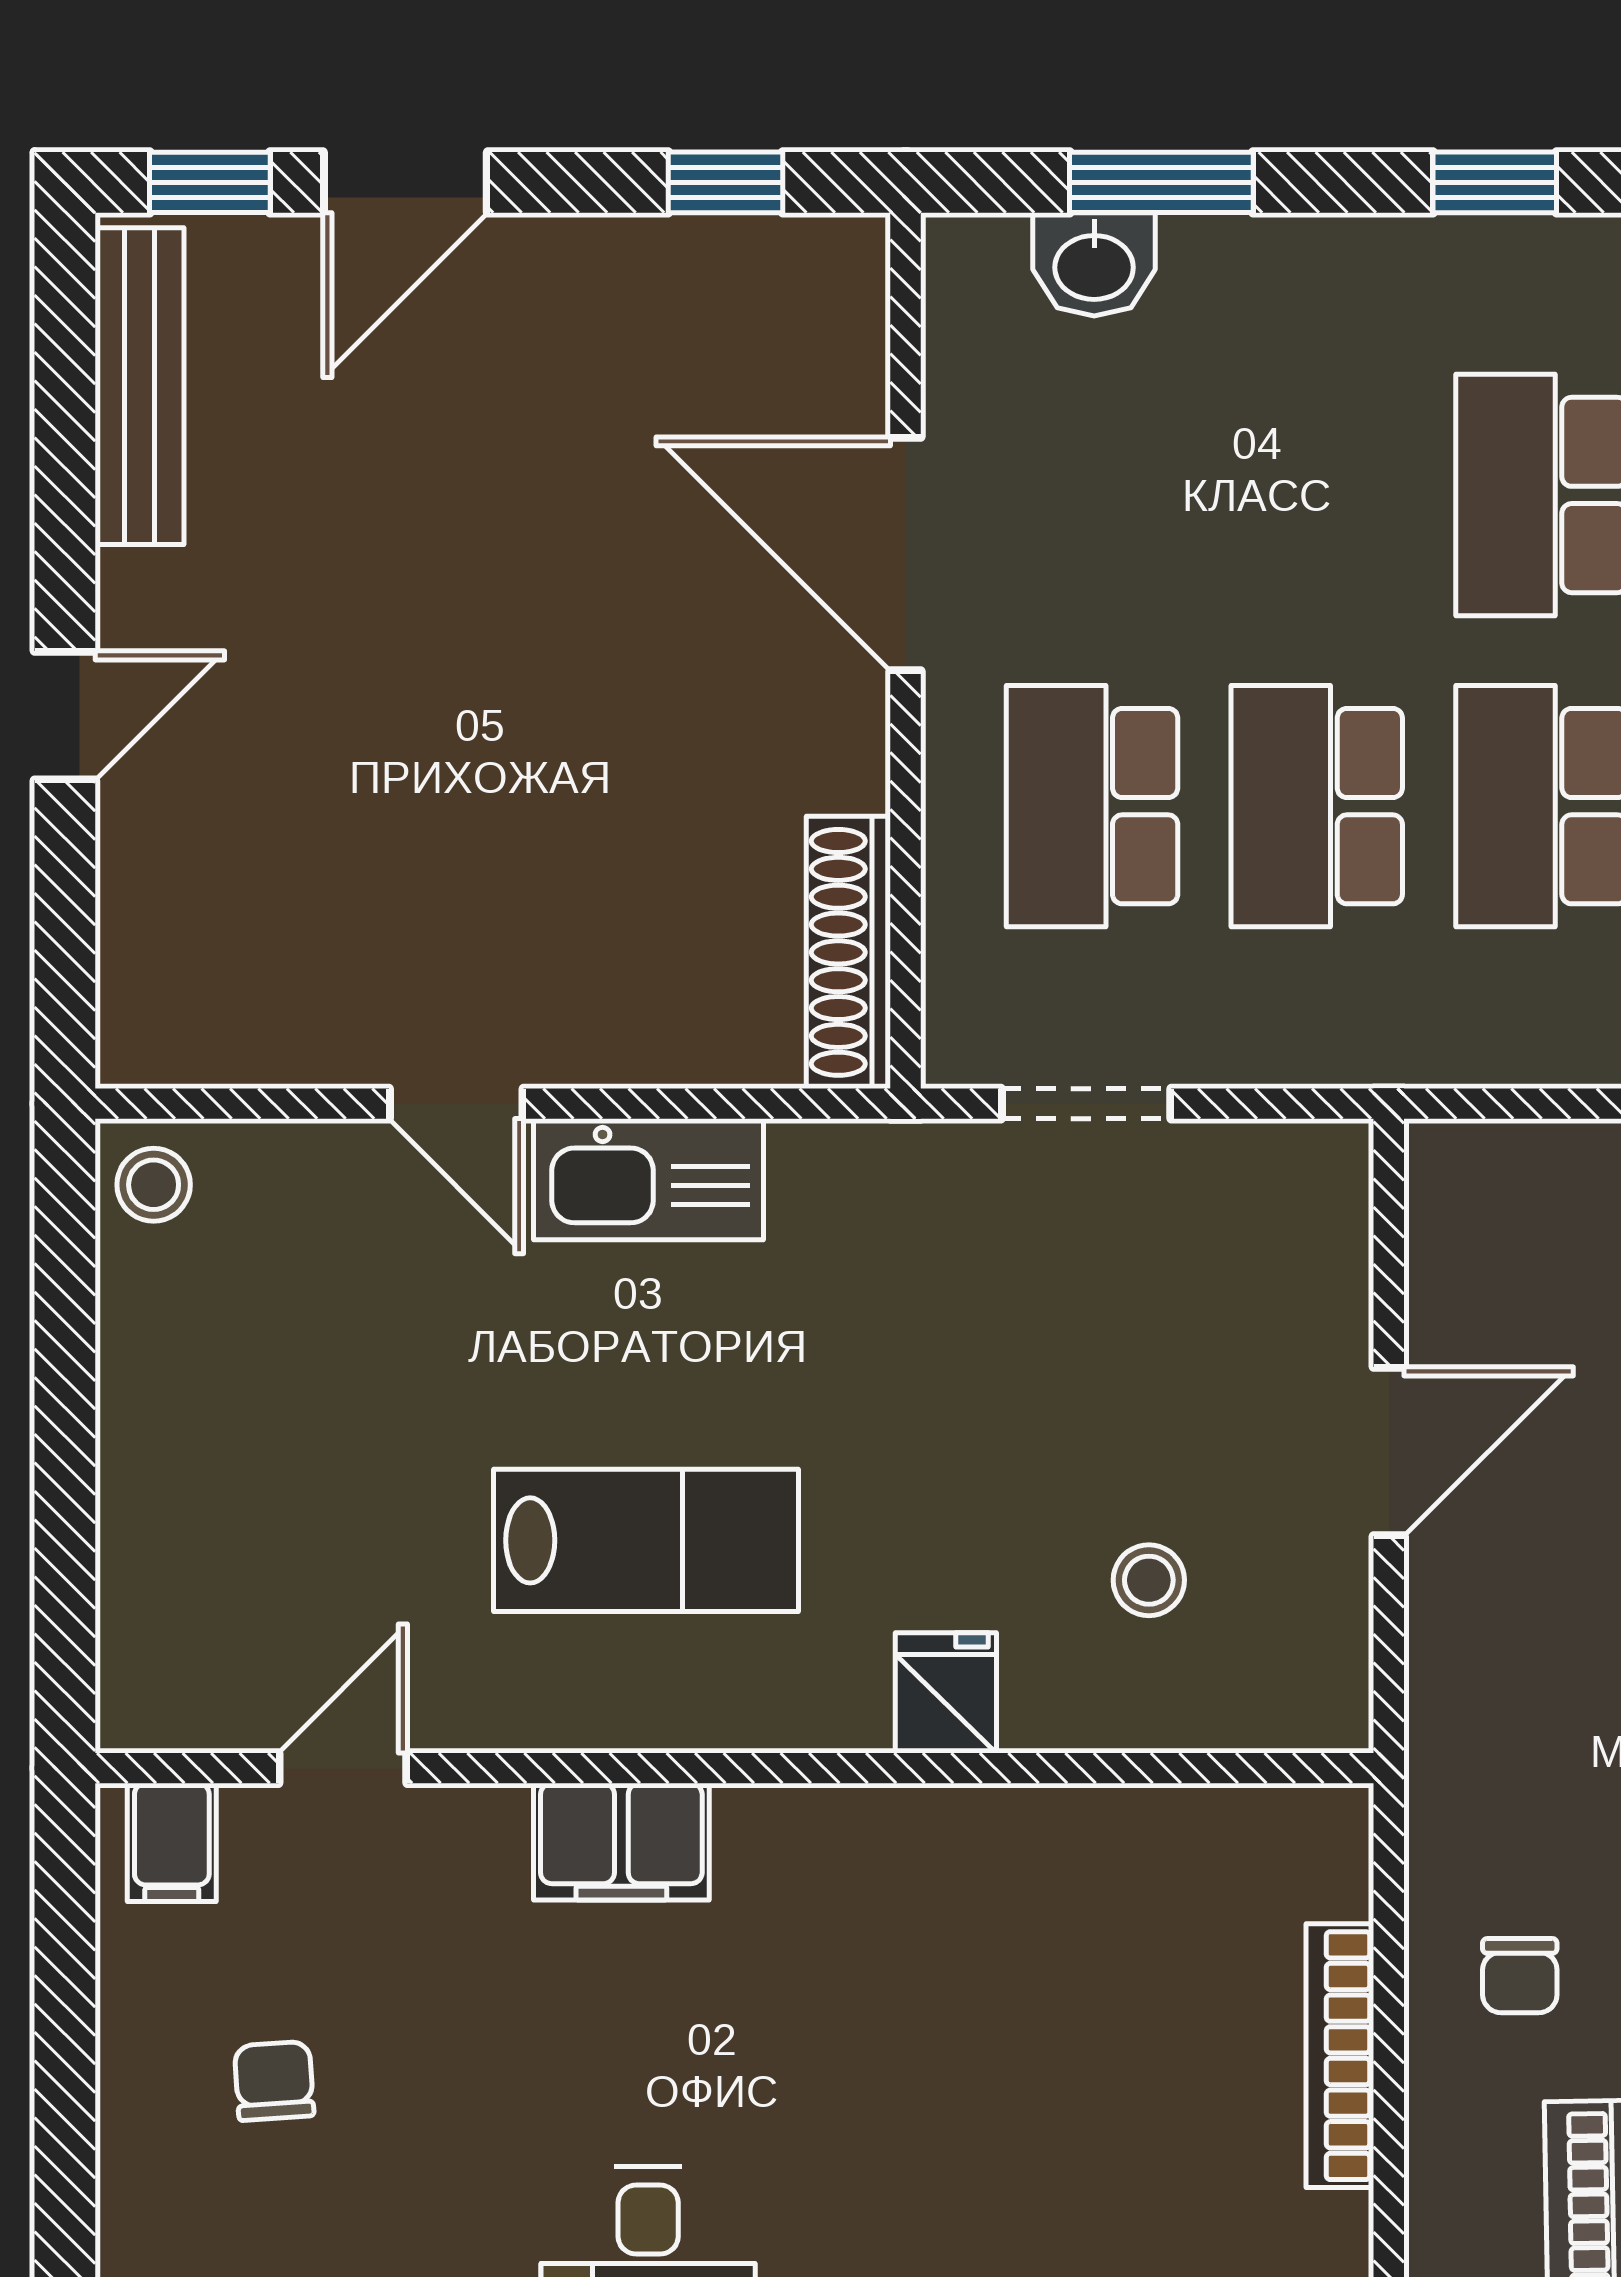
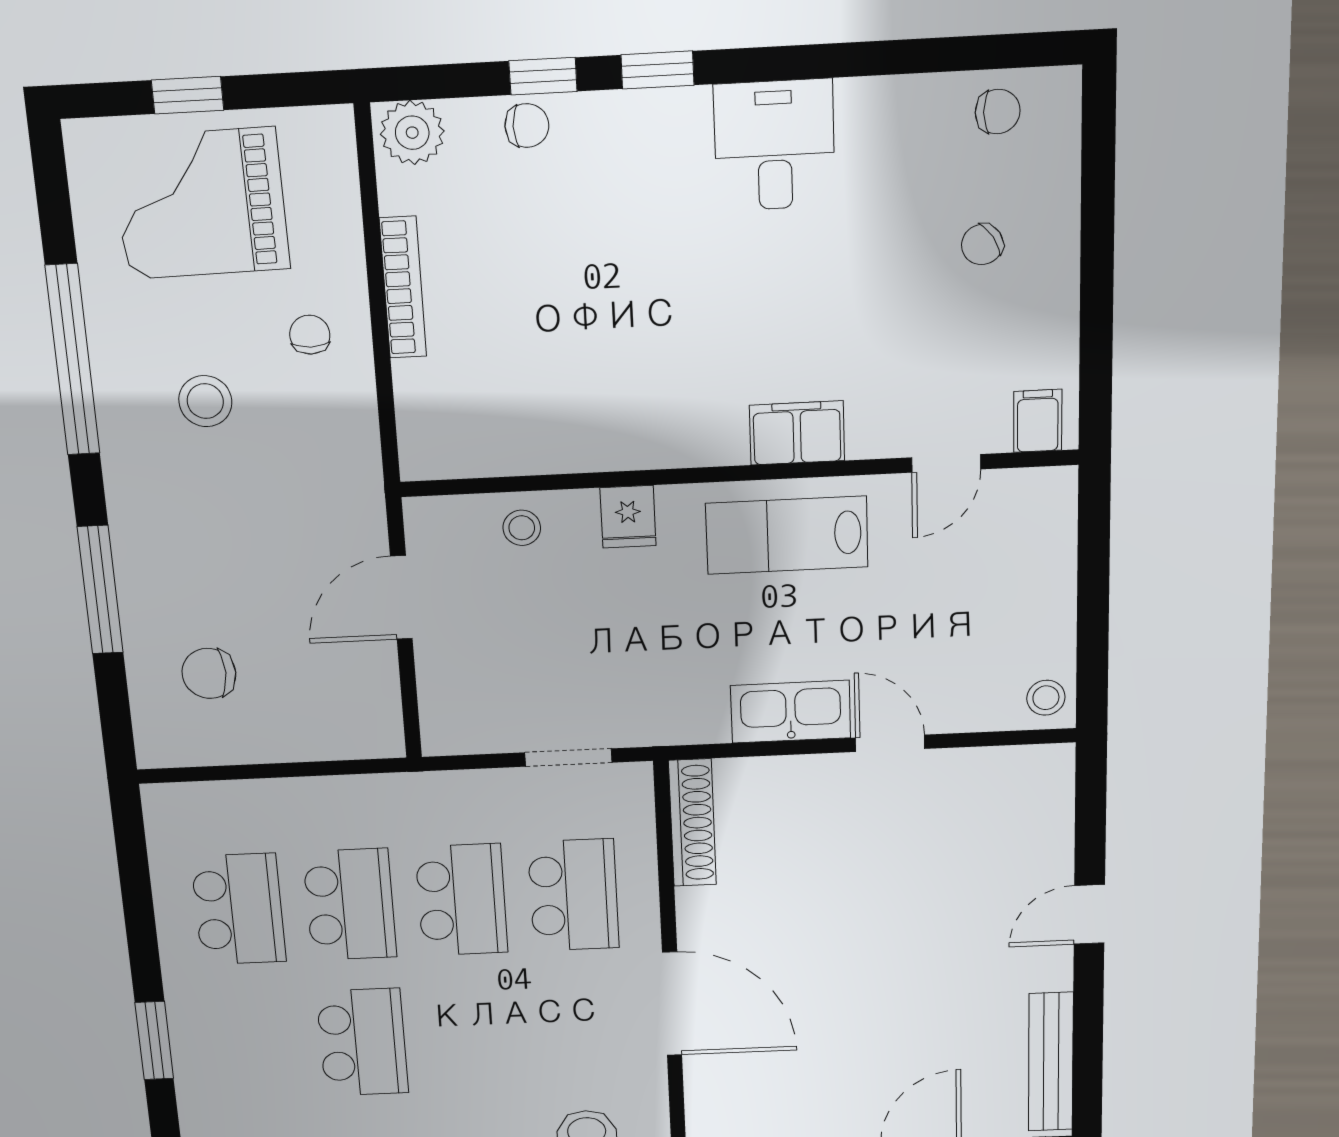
fridge: (946, 1693) -> (628, 517), moved
door: (343, 1768) -> (946, 463), moved
wall: (734, 1768) -> (738, 473), moved
filing cabinet: (172, 1842) -> (1038, 421), moved
filing cabinet: (621, 1842) -> (797, 433), moved
chair: (274, 2081) -> (982, 244), turned 61

